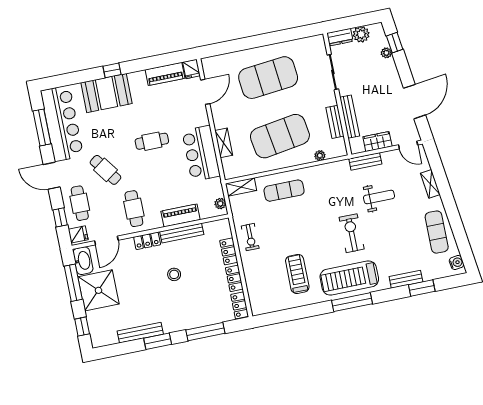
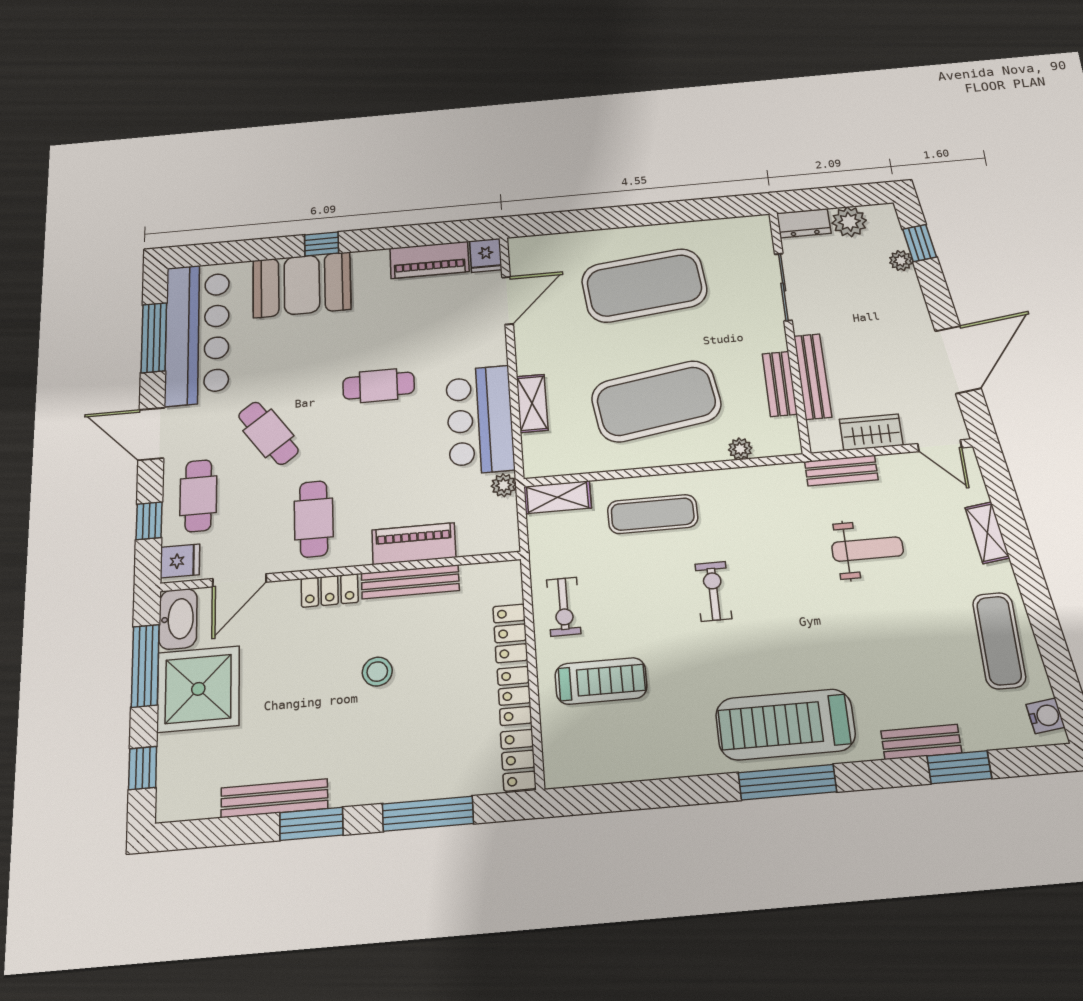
plant: (220, 204) -> (504, 485), moved
exercise bike: (352, 233) -> (713, 591), moved, width x0.73, depth x0.72
treadmill: (297, 274) -> (601, 681), moved, turned 90

